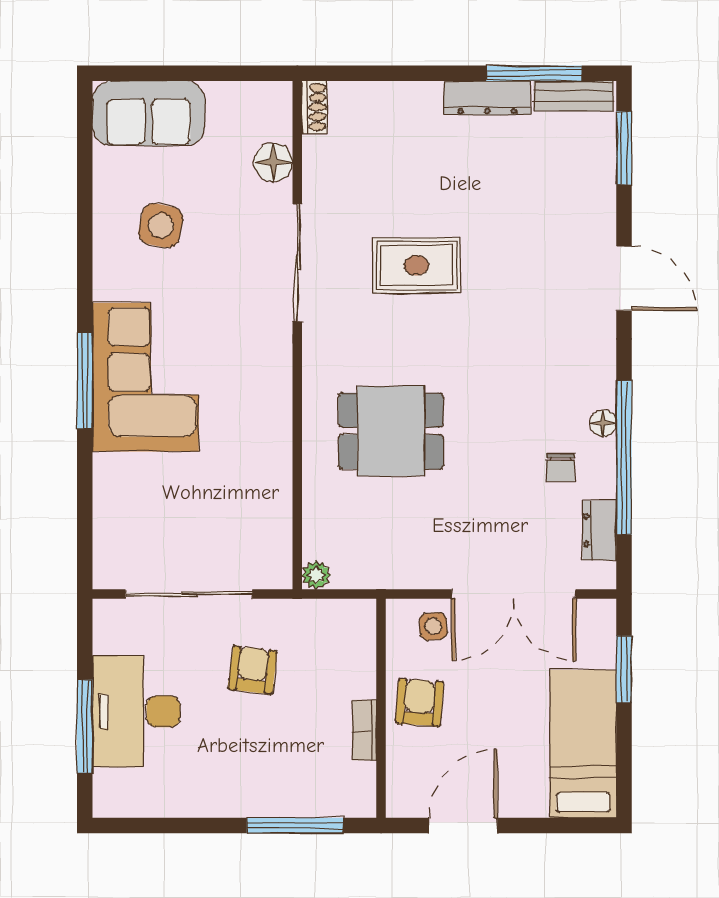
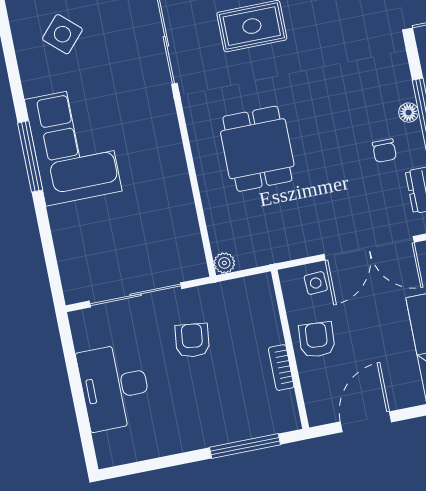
side table: (161, 226) -> (62, 34), turned 30
dining table: (391, 431) -> (257, 149), turned 90
window: (85, 726) -> (80, 405), removed

